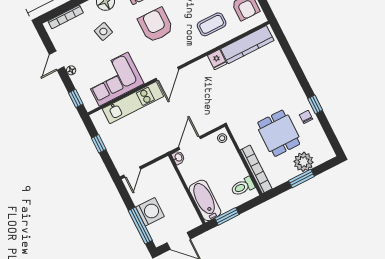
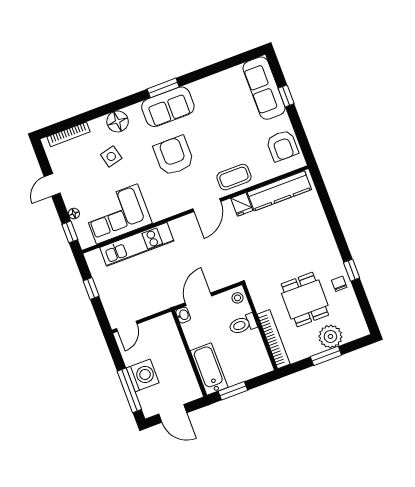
coffee table: (212, 24) -> (234, 177), moved
floor lamp: (71, 70) -> (74, 214), moved
door: (167, 74) -> (207, 205), moved
toilet: (243, 187) -> (243, 324), moved

